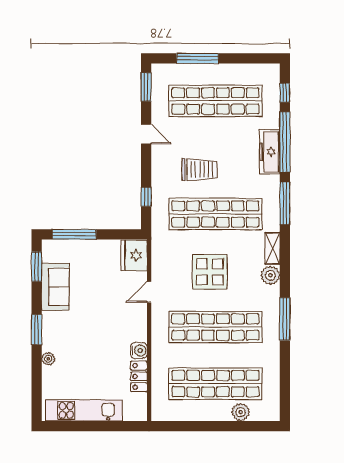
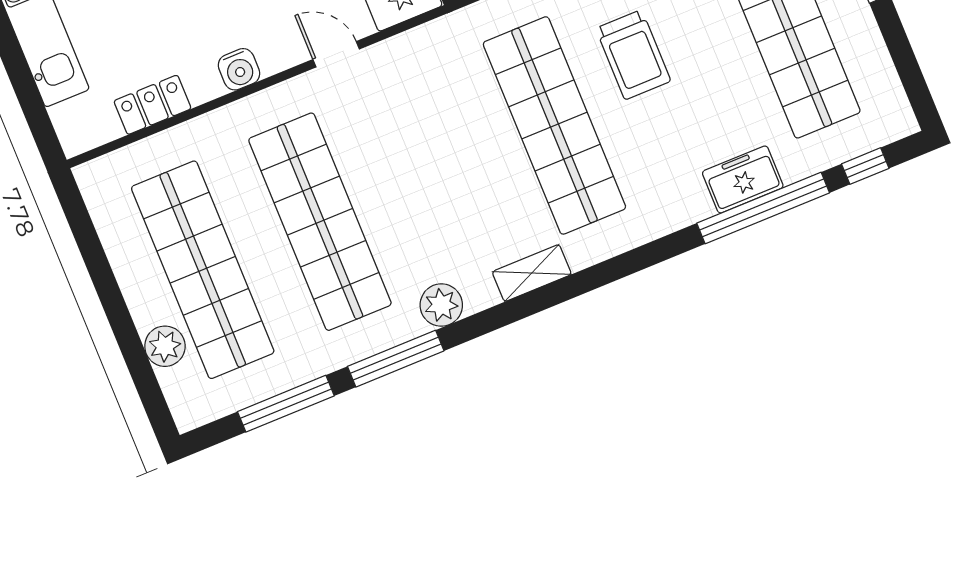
freezer: (270, 152) -> (743, 179), width x0.71
window: (285, 203) -> (286, 404), moved
display table: (210, 272) -> (430, 163), removed
plant: (270, 275) -> (441, 305), moved
water cooler: (139, 351) -> (239, 69), moved

